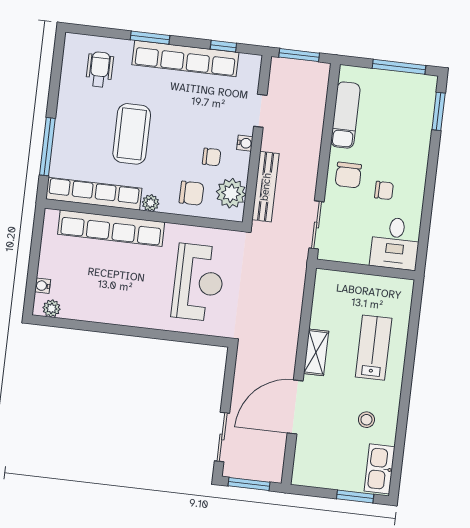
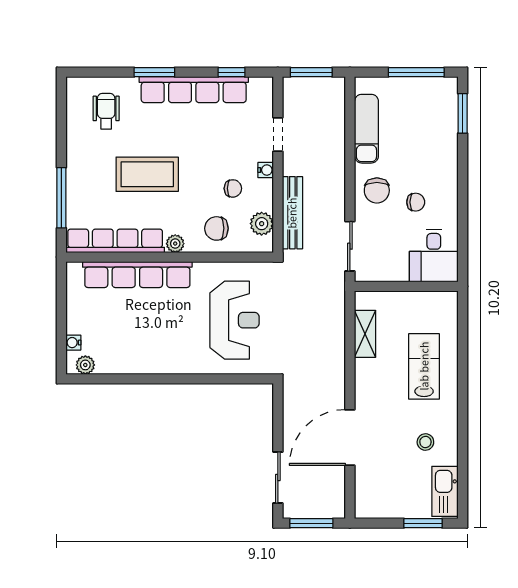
coffee table: (132, 134) -> (147, 174), turned 90
chair: (191, 193) -> (216, 228), turned 180
plant: (231, 193) -> (262, 224), width x0.73, depth x0.73
shelving: (316, 352) -> (365, 334), moved

